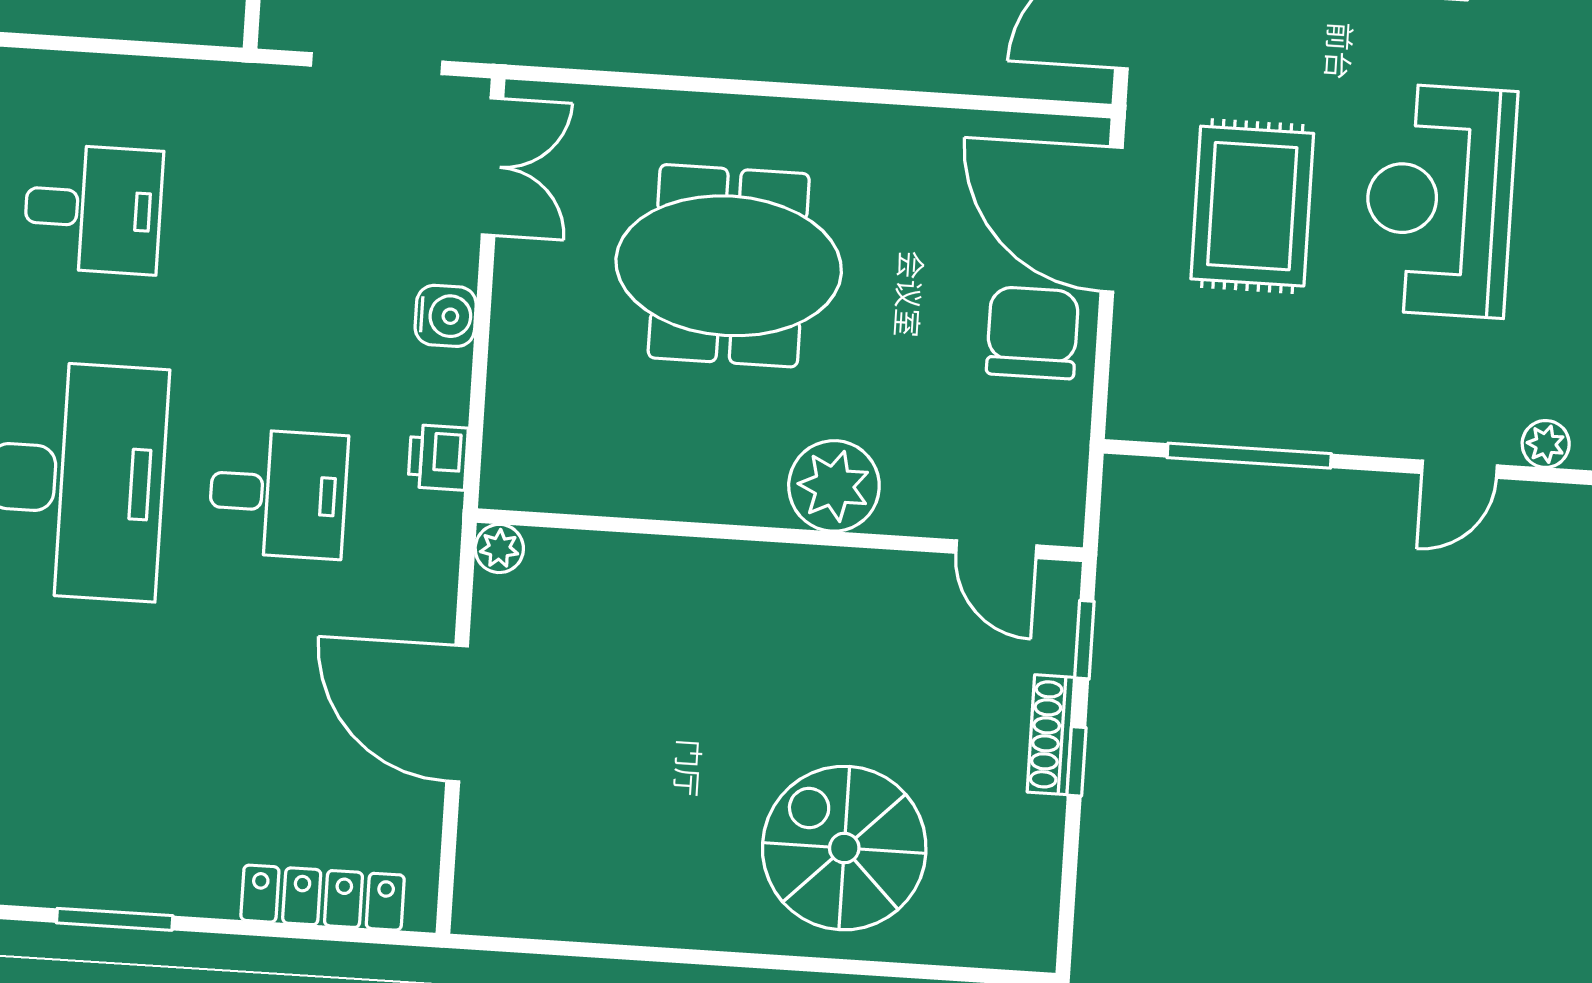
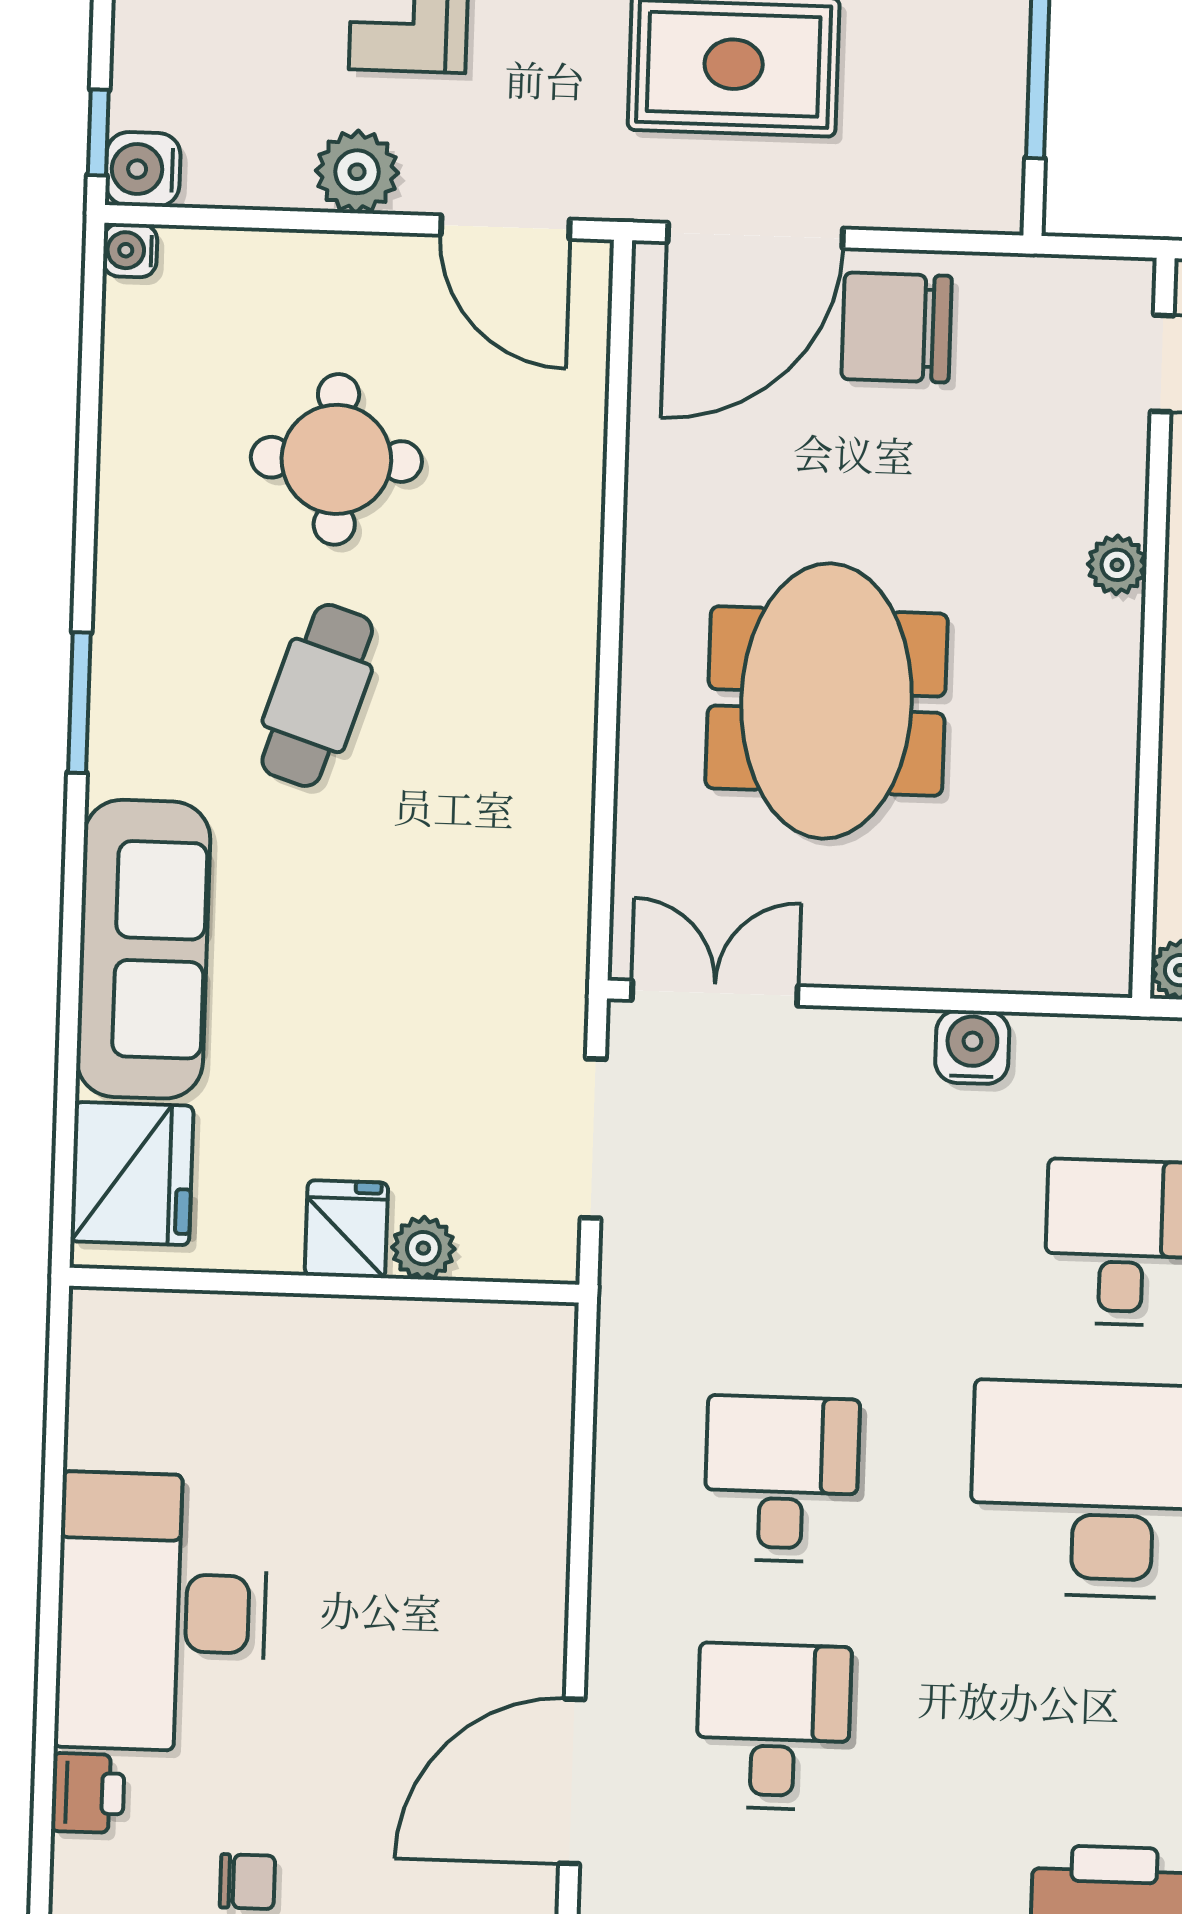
water cooler: (446, 316) -> (972, 1047), moved
printer: (438, 457) -> (1072, 1048), removed
plant: (834, 486) -> (1117, 565), width x0.53, depth x0.53

